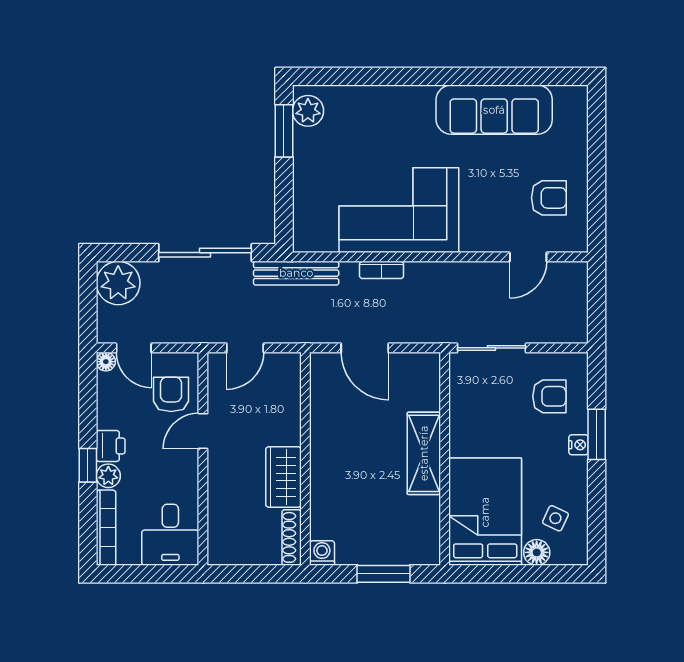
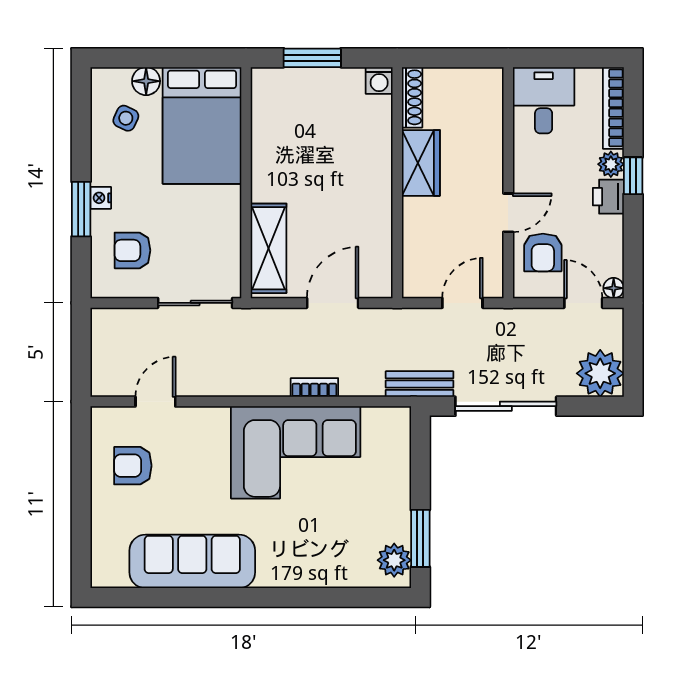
bench: (296, 273) -> (419, 384), width x0.73
door: (365, 348) -> (333, 303), hinge flipped
shelving: (424, 453) -> (269, 248), moved

